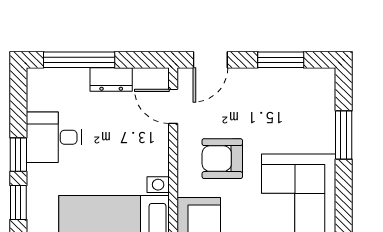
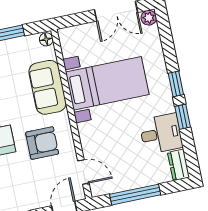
window: (79, 60) -> (135, 195), moved
dresser: (111, 80) -> (178, 165), moved, turned -90

